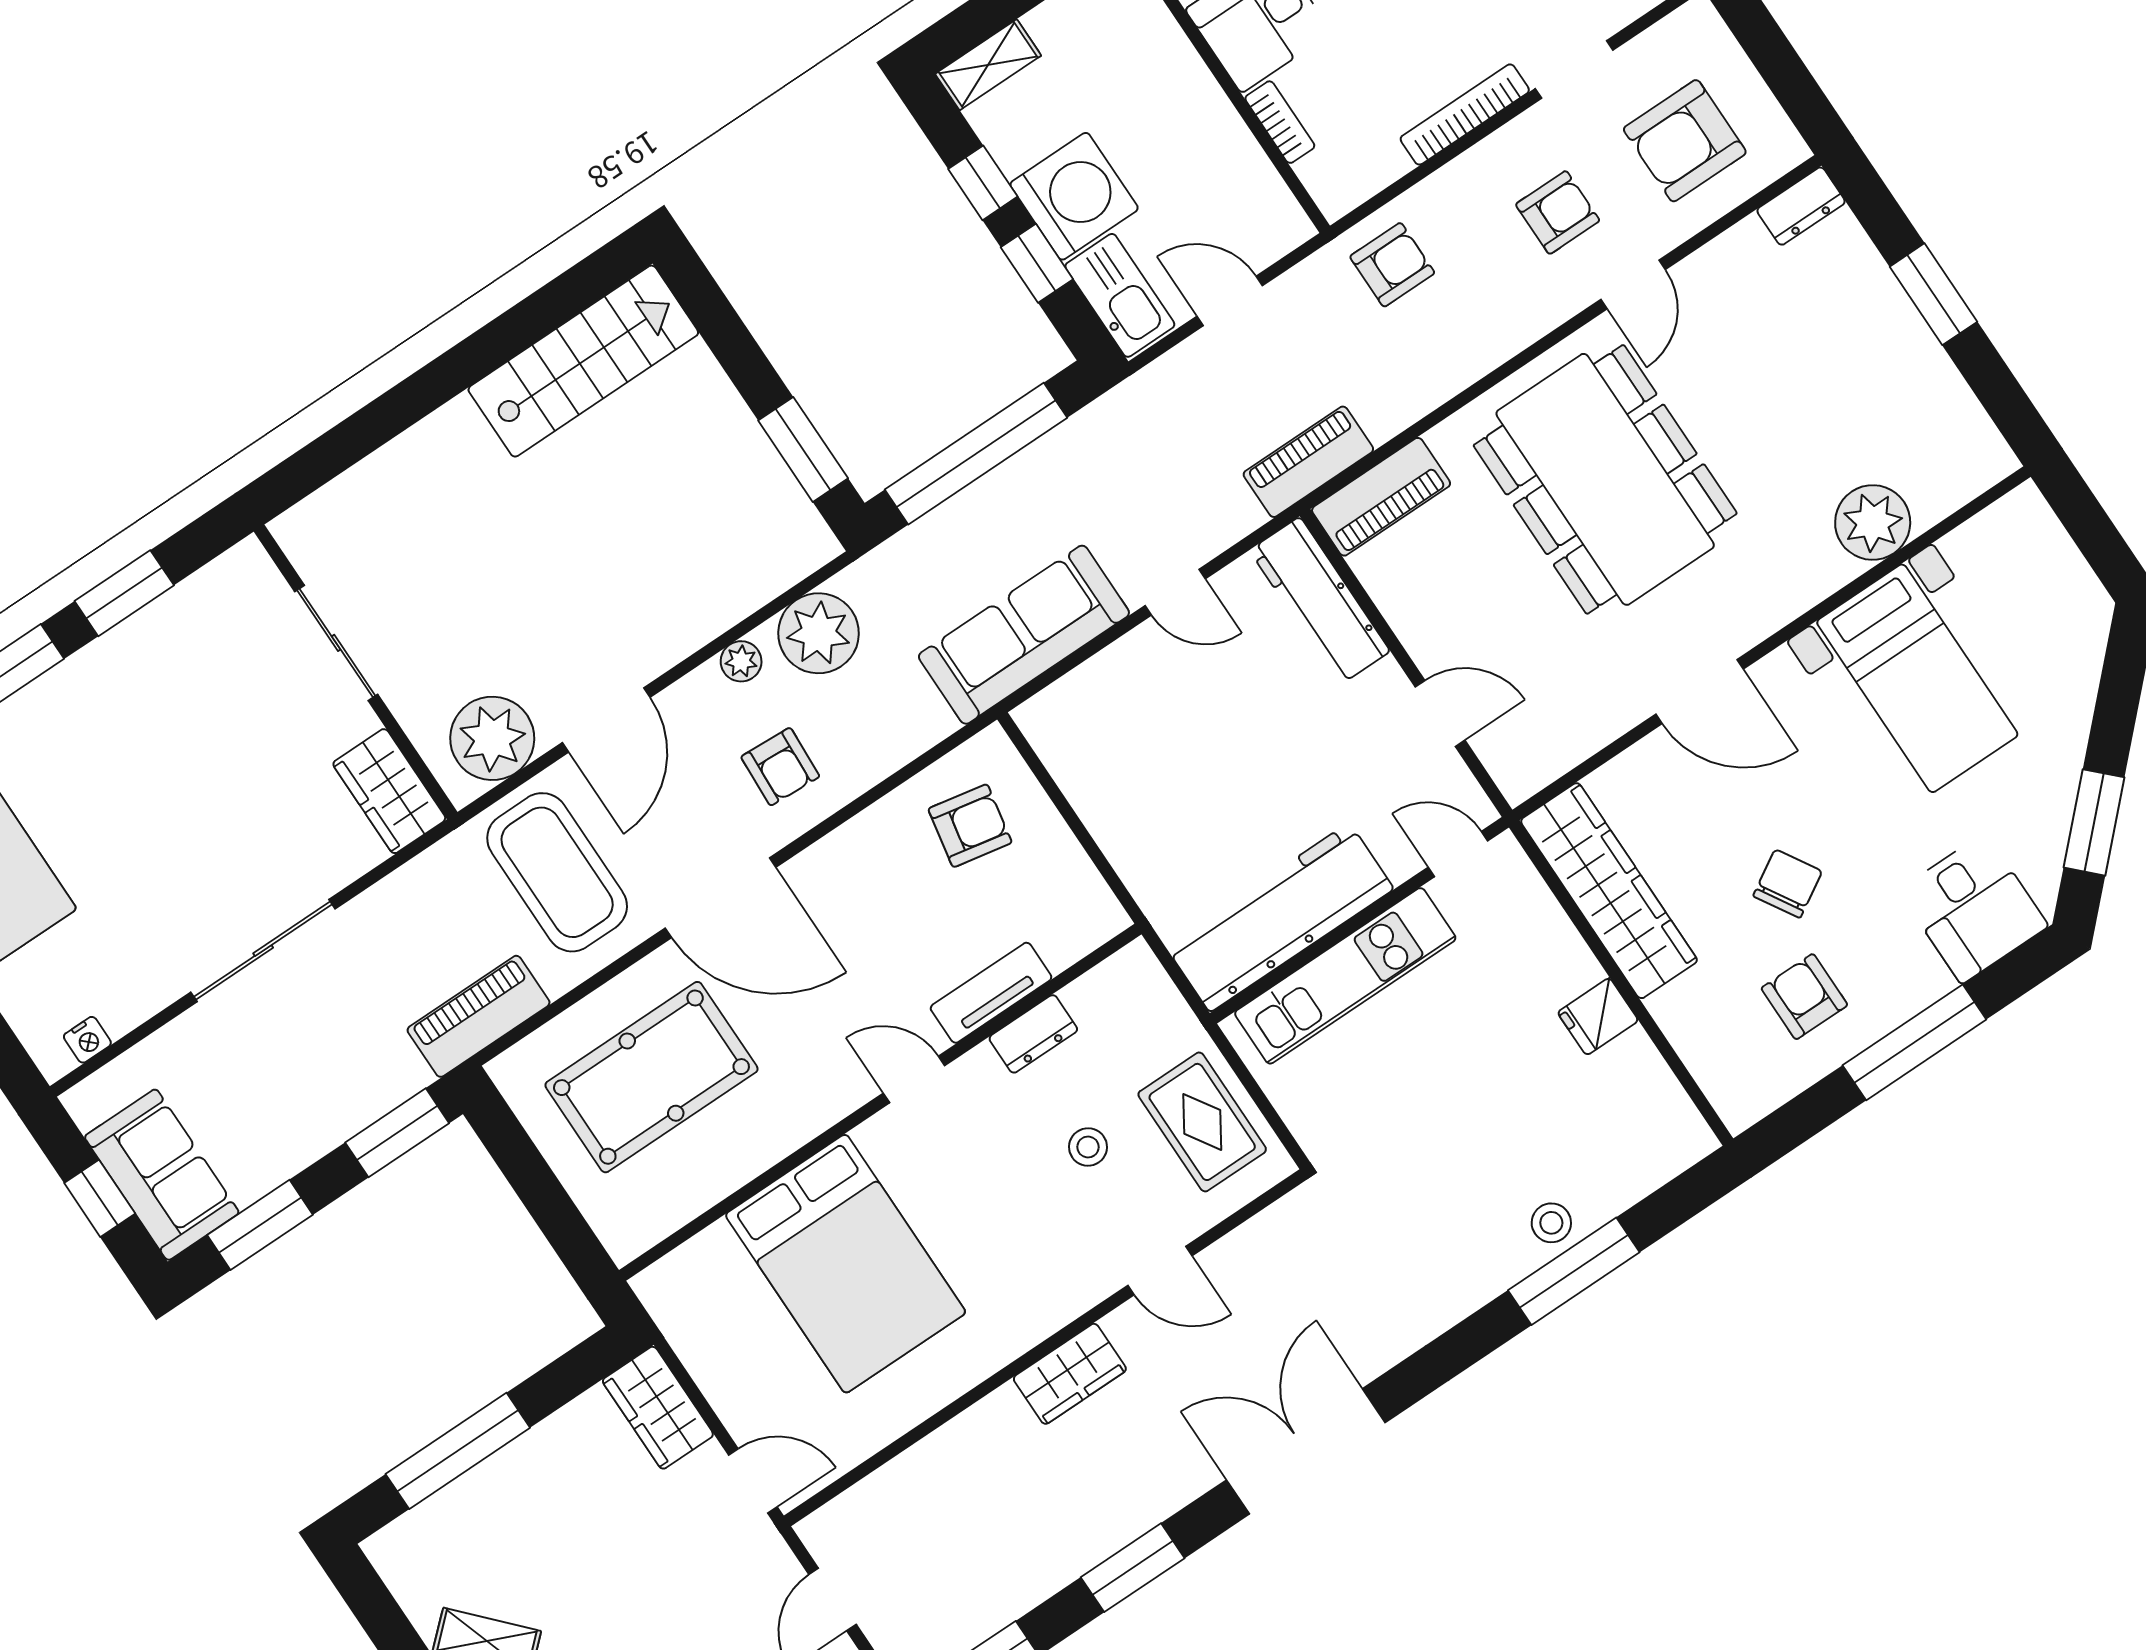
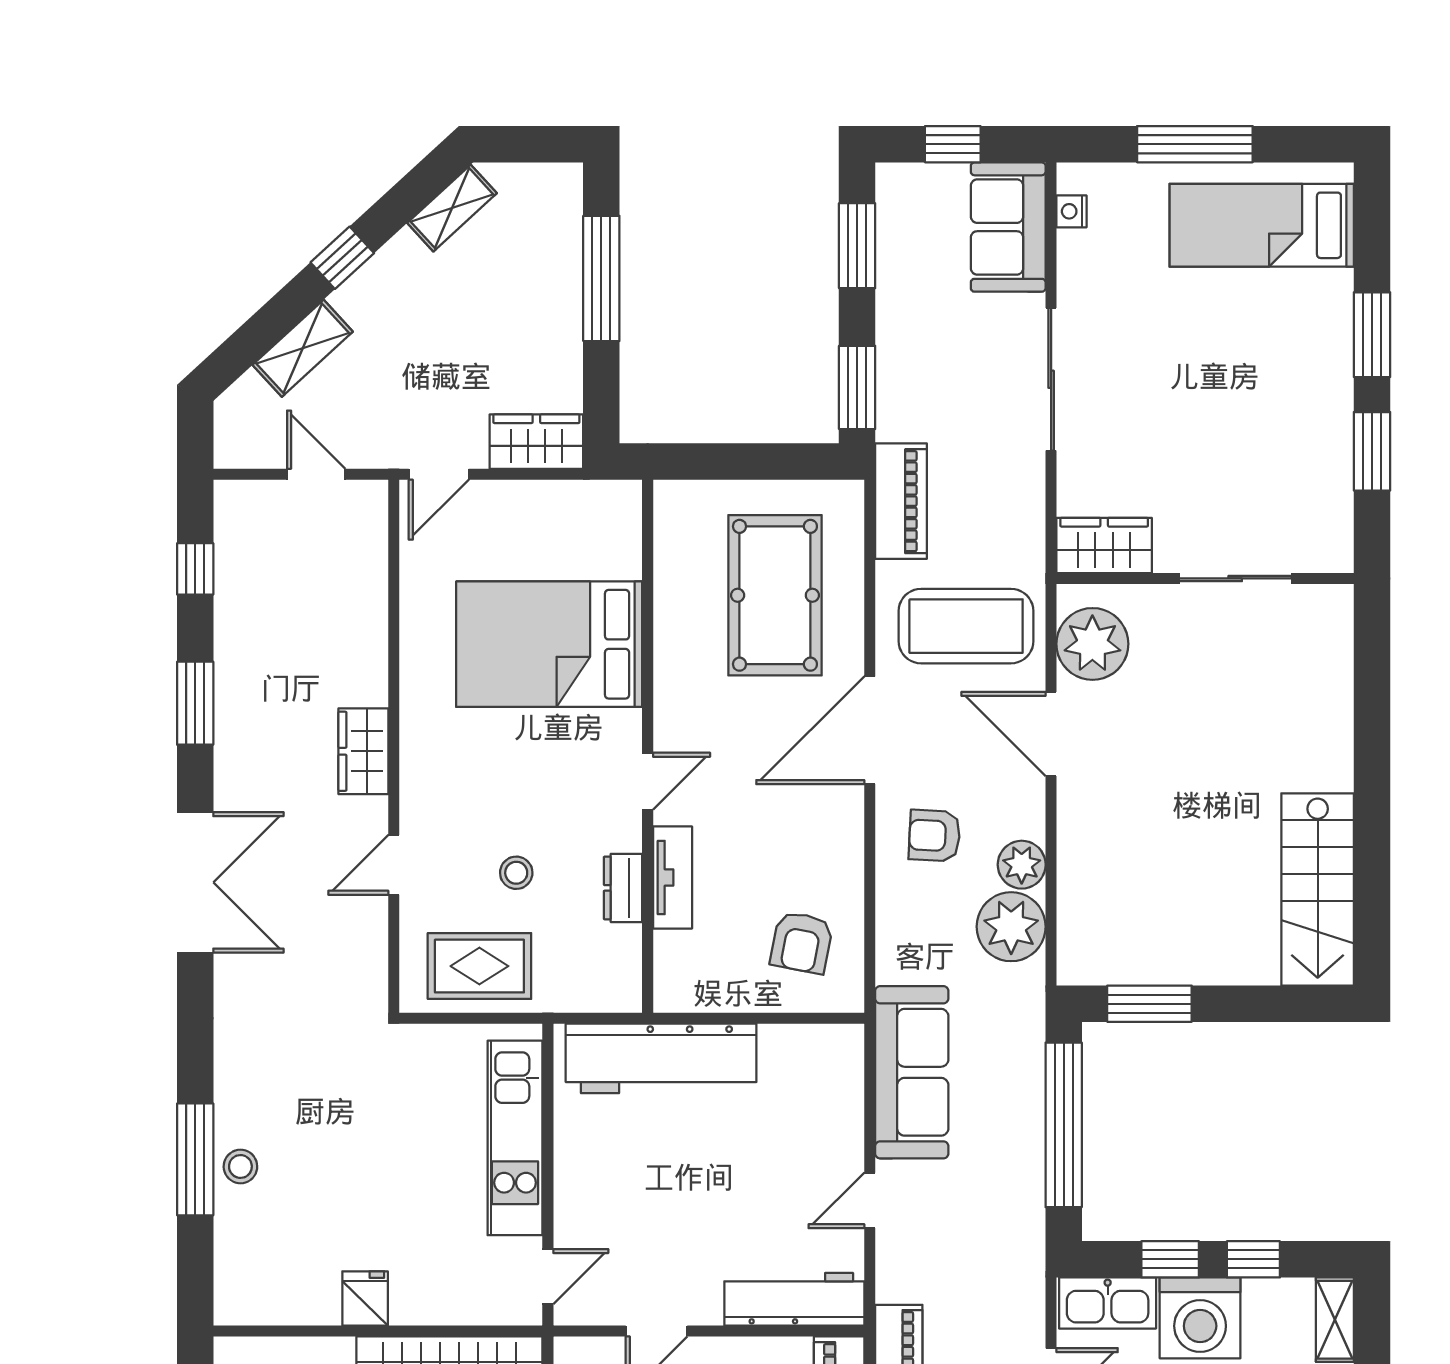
plant: (741, 661) -> (1022, 865), width x1.38, depth x1.38
workbench: (1280, 917) -> (661, 1058), moved, turned 90
sofa: (162, 1175) -> (1008, 227), moved, turned 90

